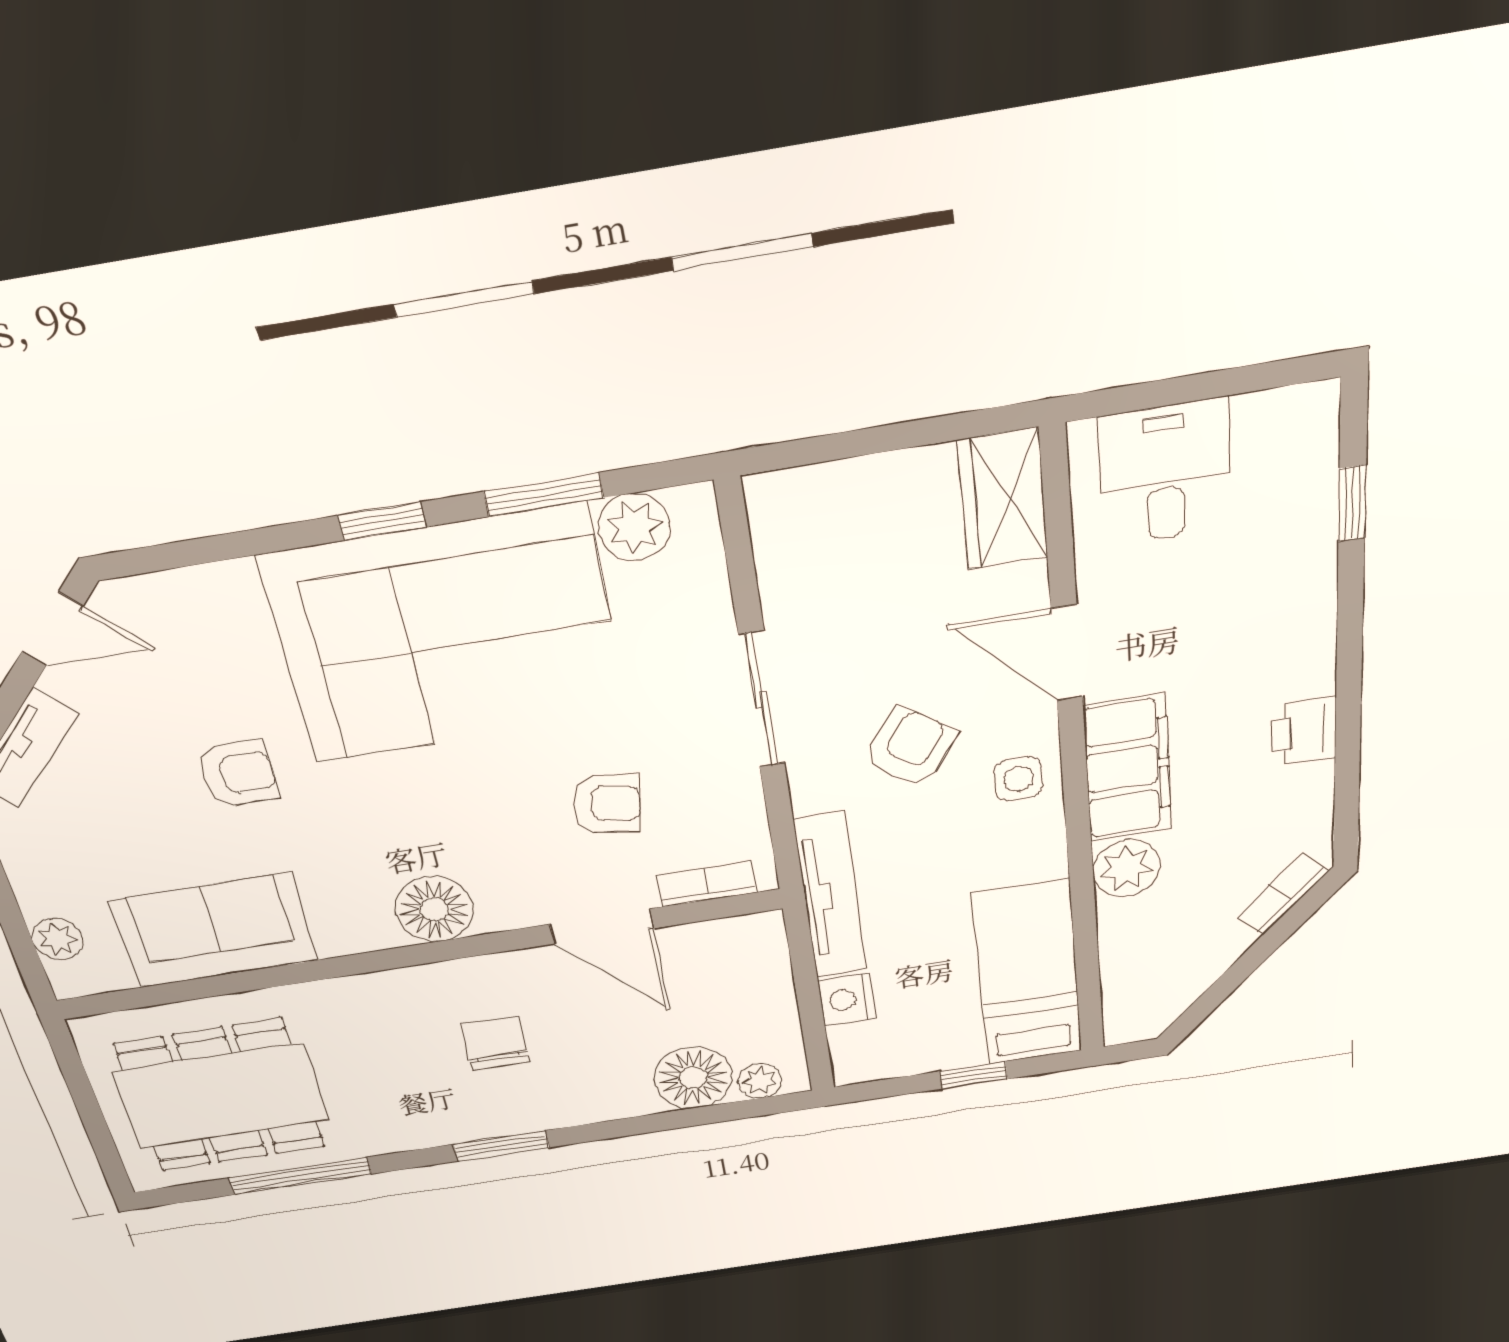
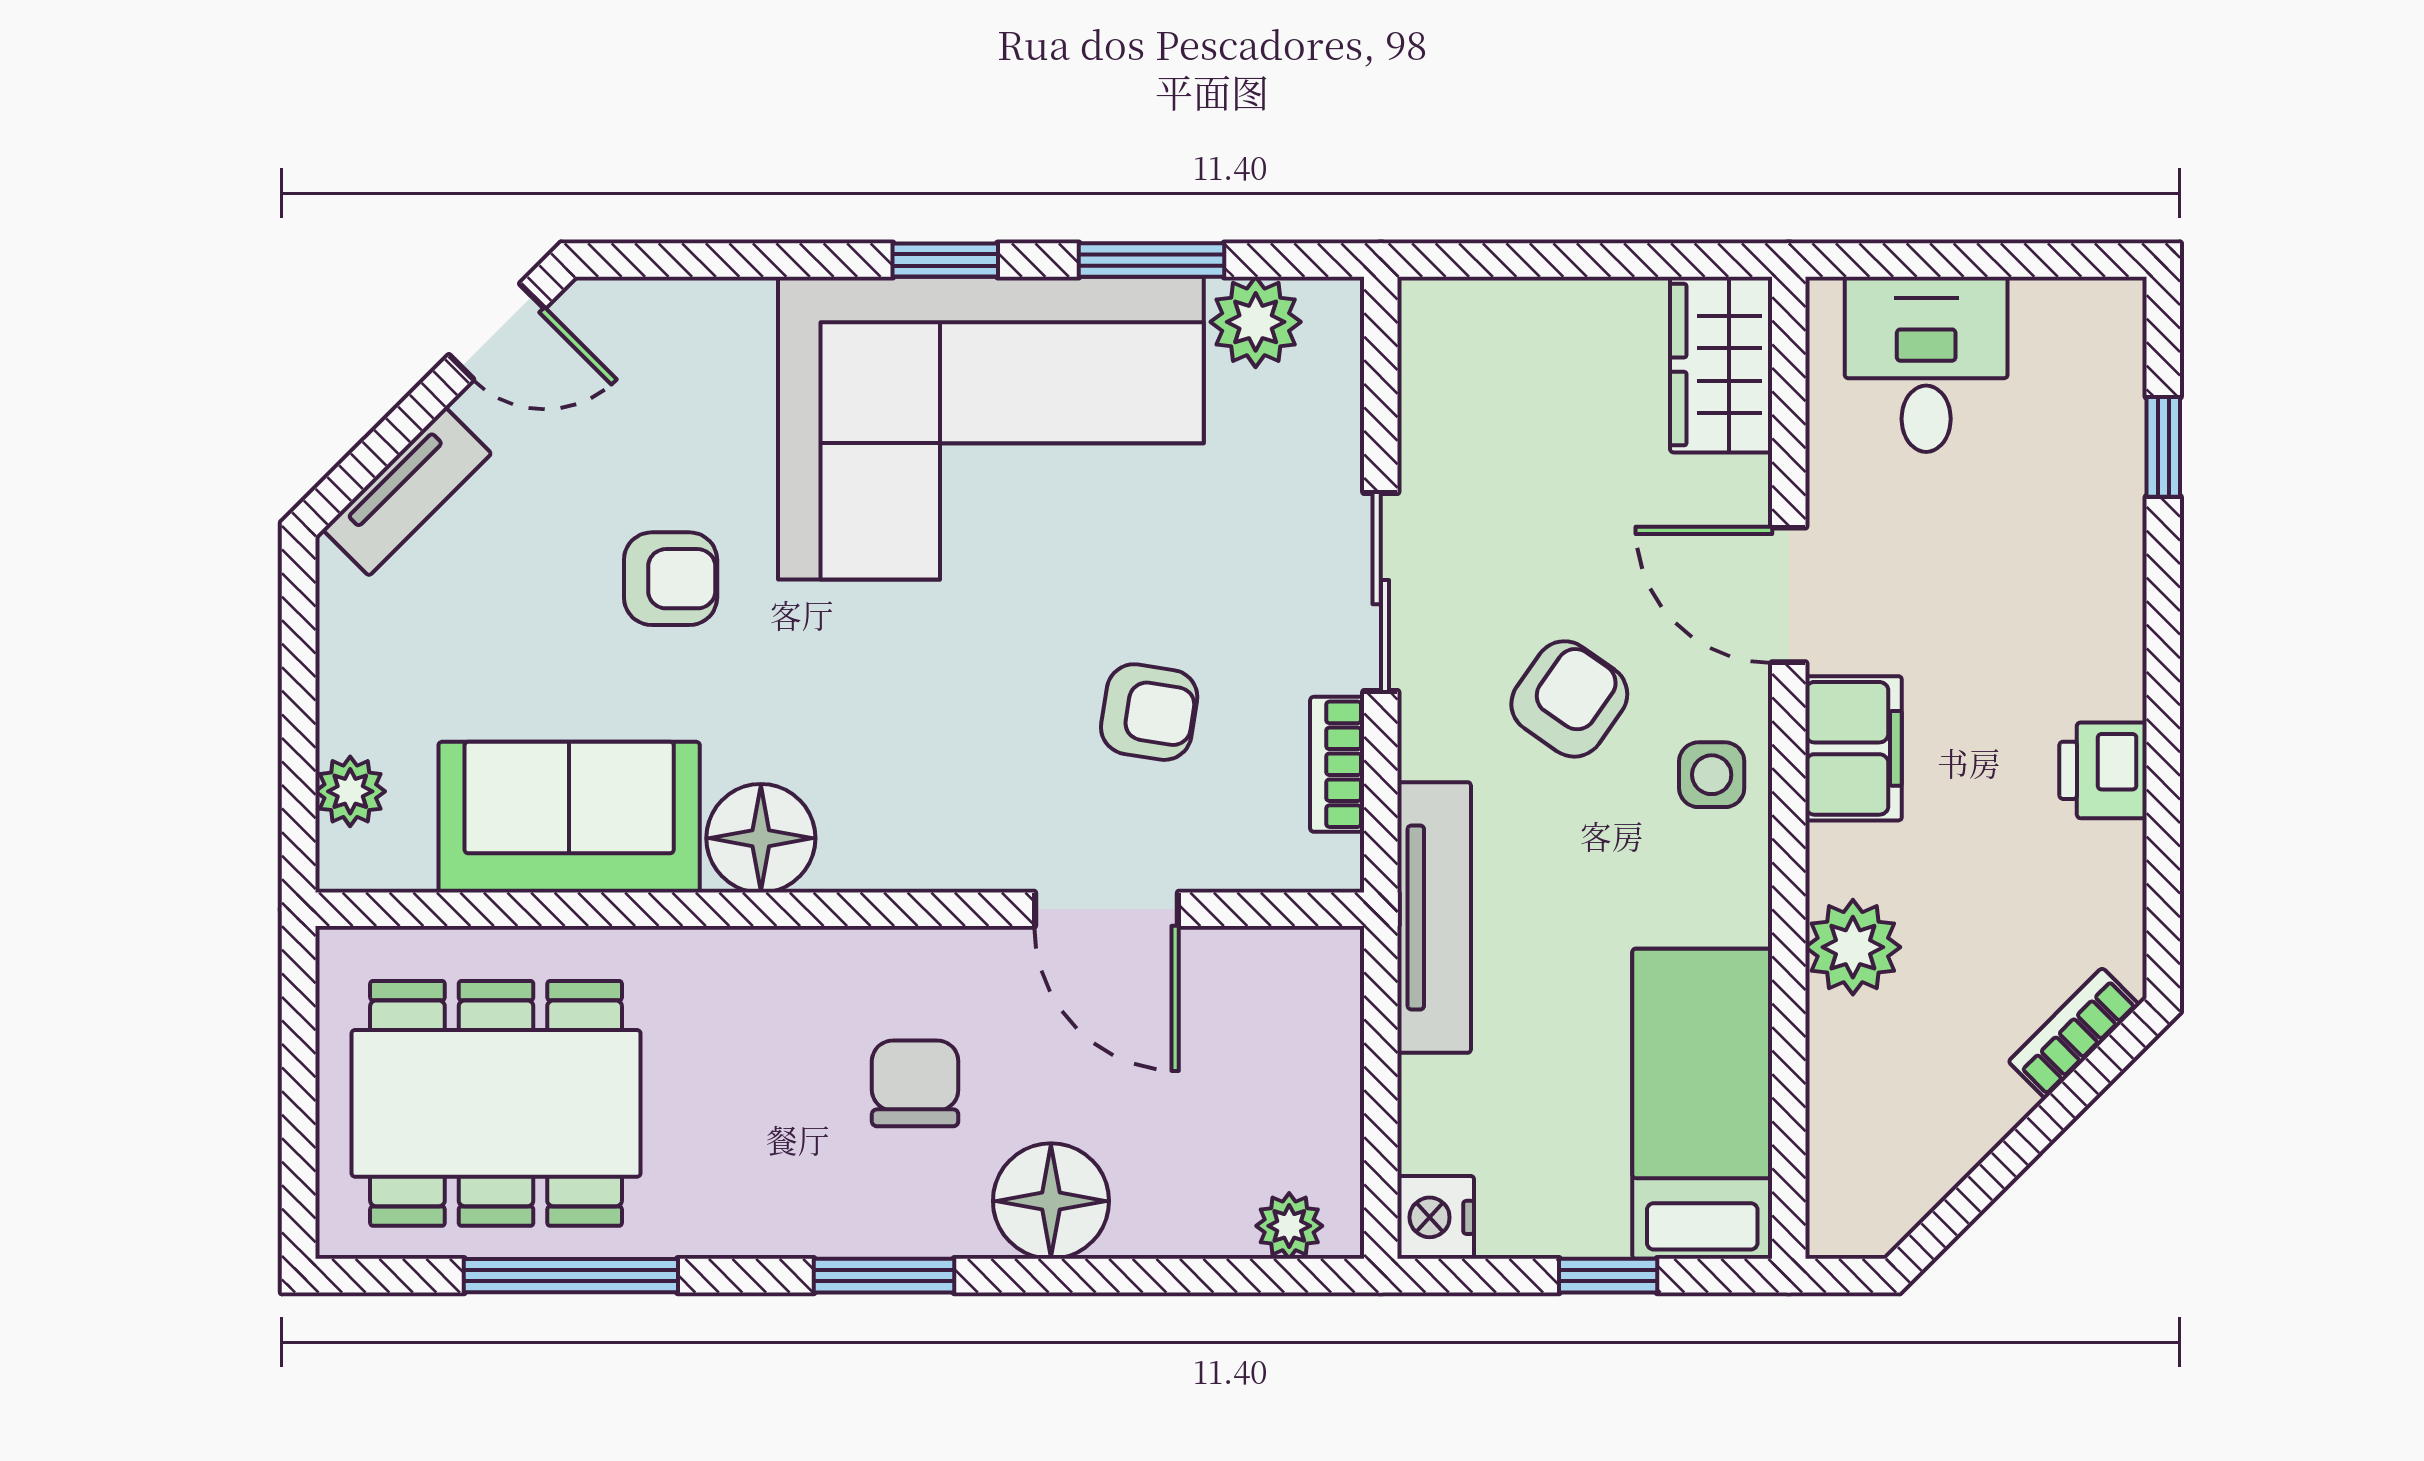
filing cabinet: (1128, 768) -> (1854, 748), width x0.67, depth x0.86
bookcase: (707, 884) -> (1337, 764), moved, turned -90
floor lamp: (434, 909) -> (761, 838), moved
nightstand: (847, 1000) -> (1436, 1217), moved
floor lamp: (693, 1078) -> (1051, 1201), moved

